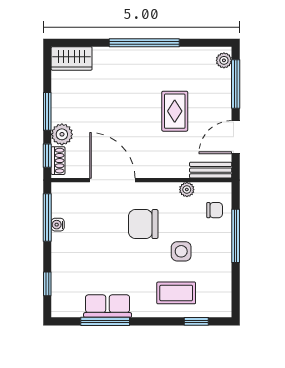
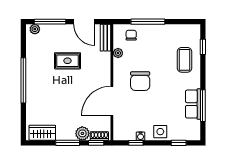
wardrobe: (72, 58) -> (42, 133), moved, turned -90
window: (47, 217) -> (136, 143), width x0.46
side table: (181, 251) -> (160, 132), moved

